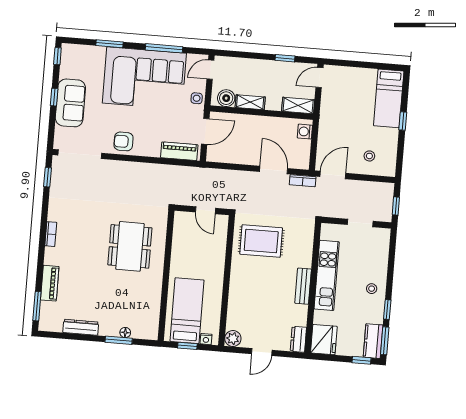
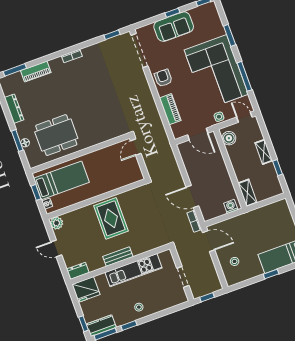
door: (319, 78) -> (275, 199), removed
shelving: (250, 102) -> (264, 152), moved
piano: (179, 151) -> (170, 109), moved
door: (274, 170) -> (192, 196), swing flipped
door: (205, 210) -> (136, 147), moved
rug: (261, 241) -> (111, 218), moved
dining table: (130, 246) -> (56, 135), moved

